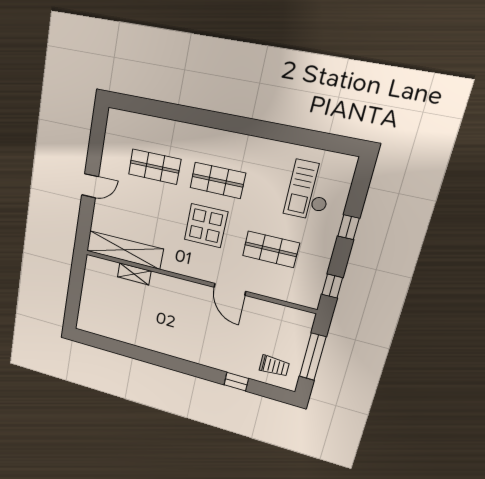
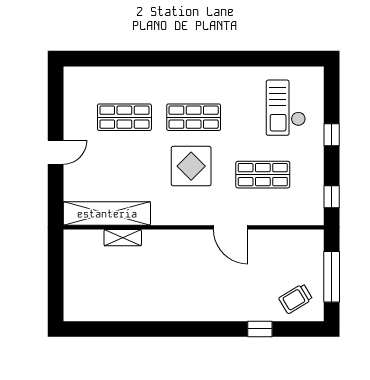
trolley: (274, 366) -> (296, 299), turned 149

